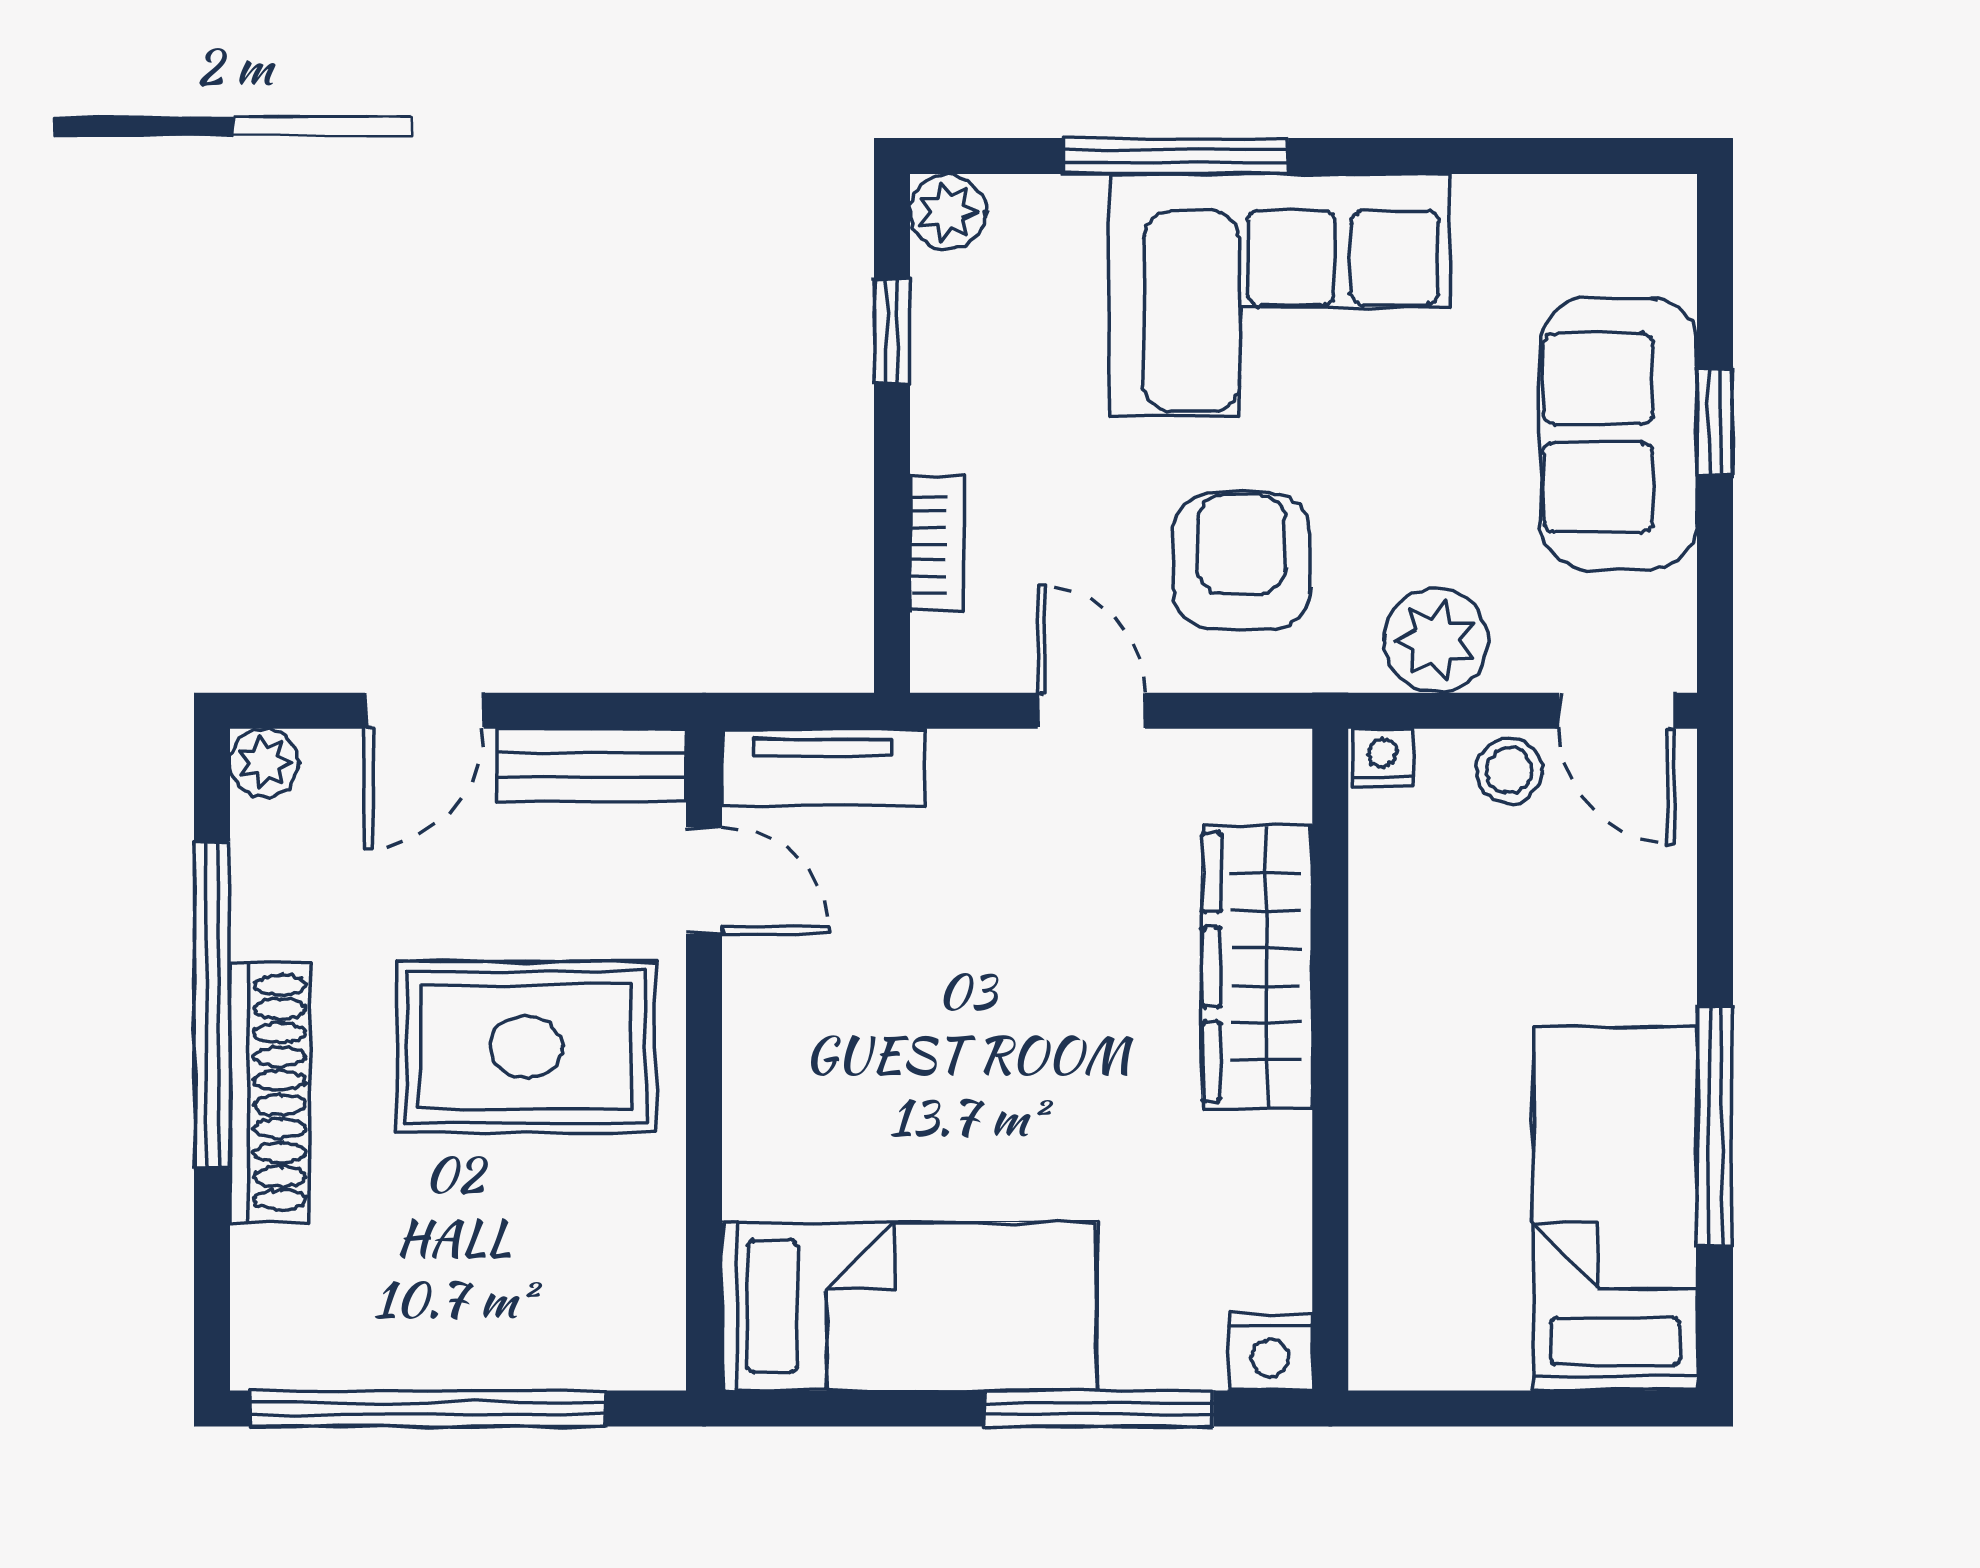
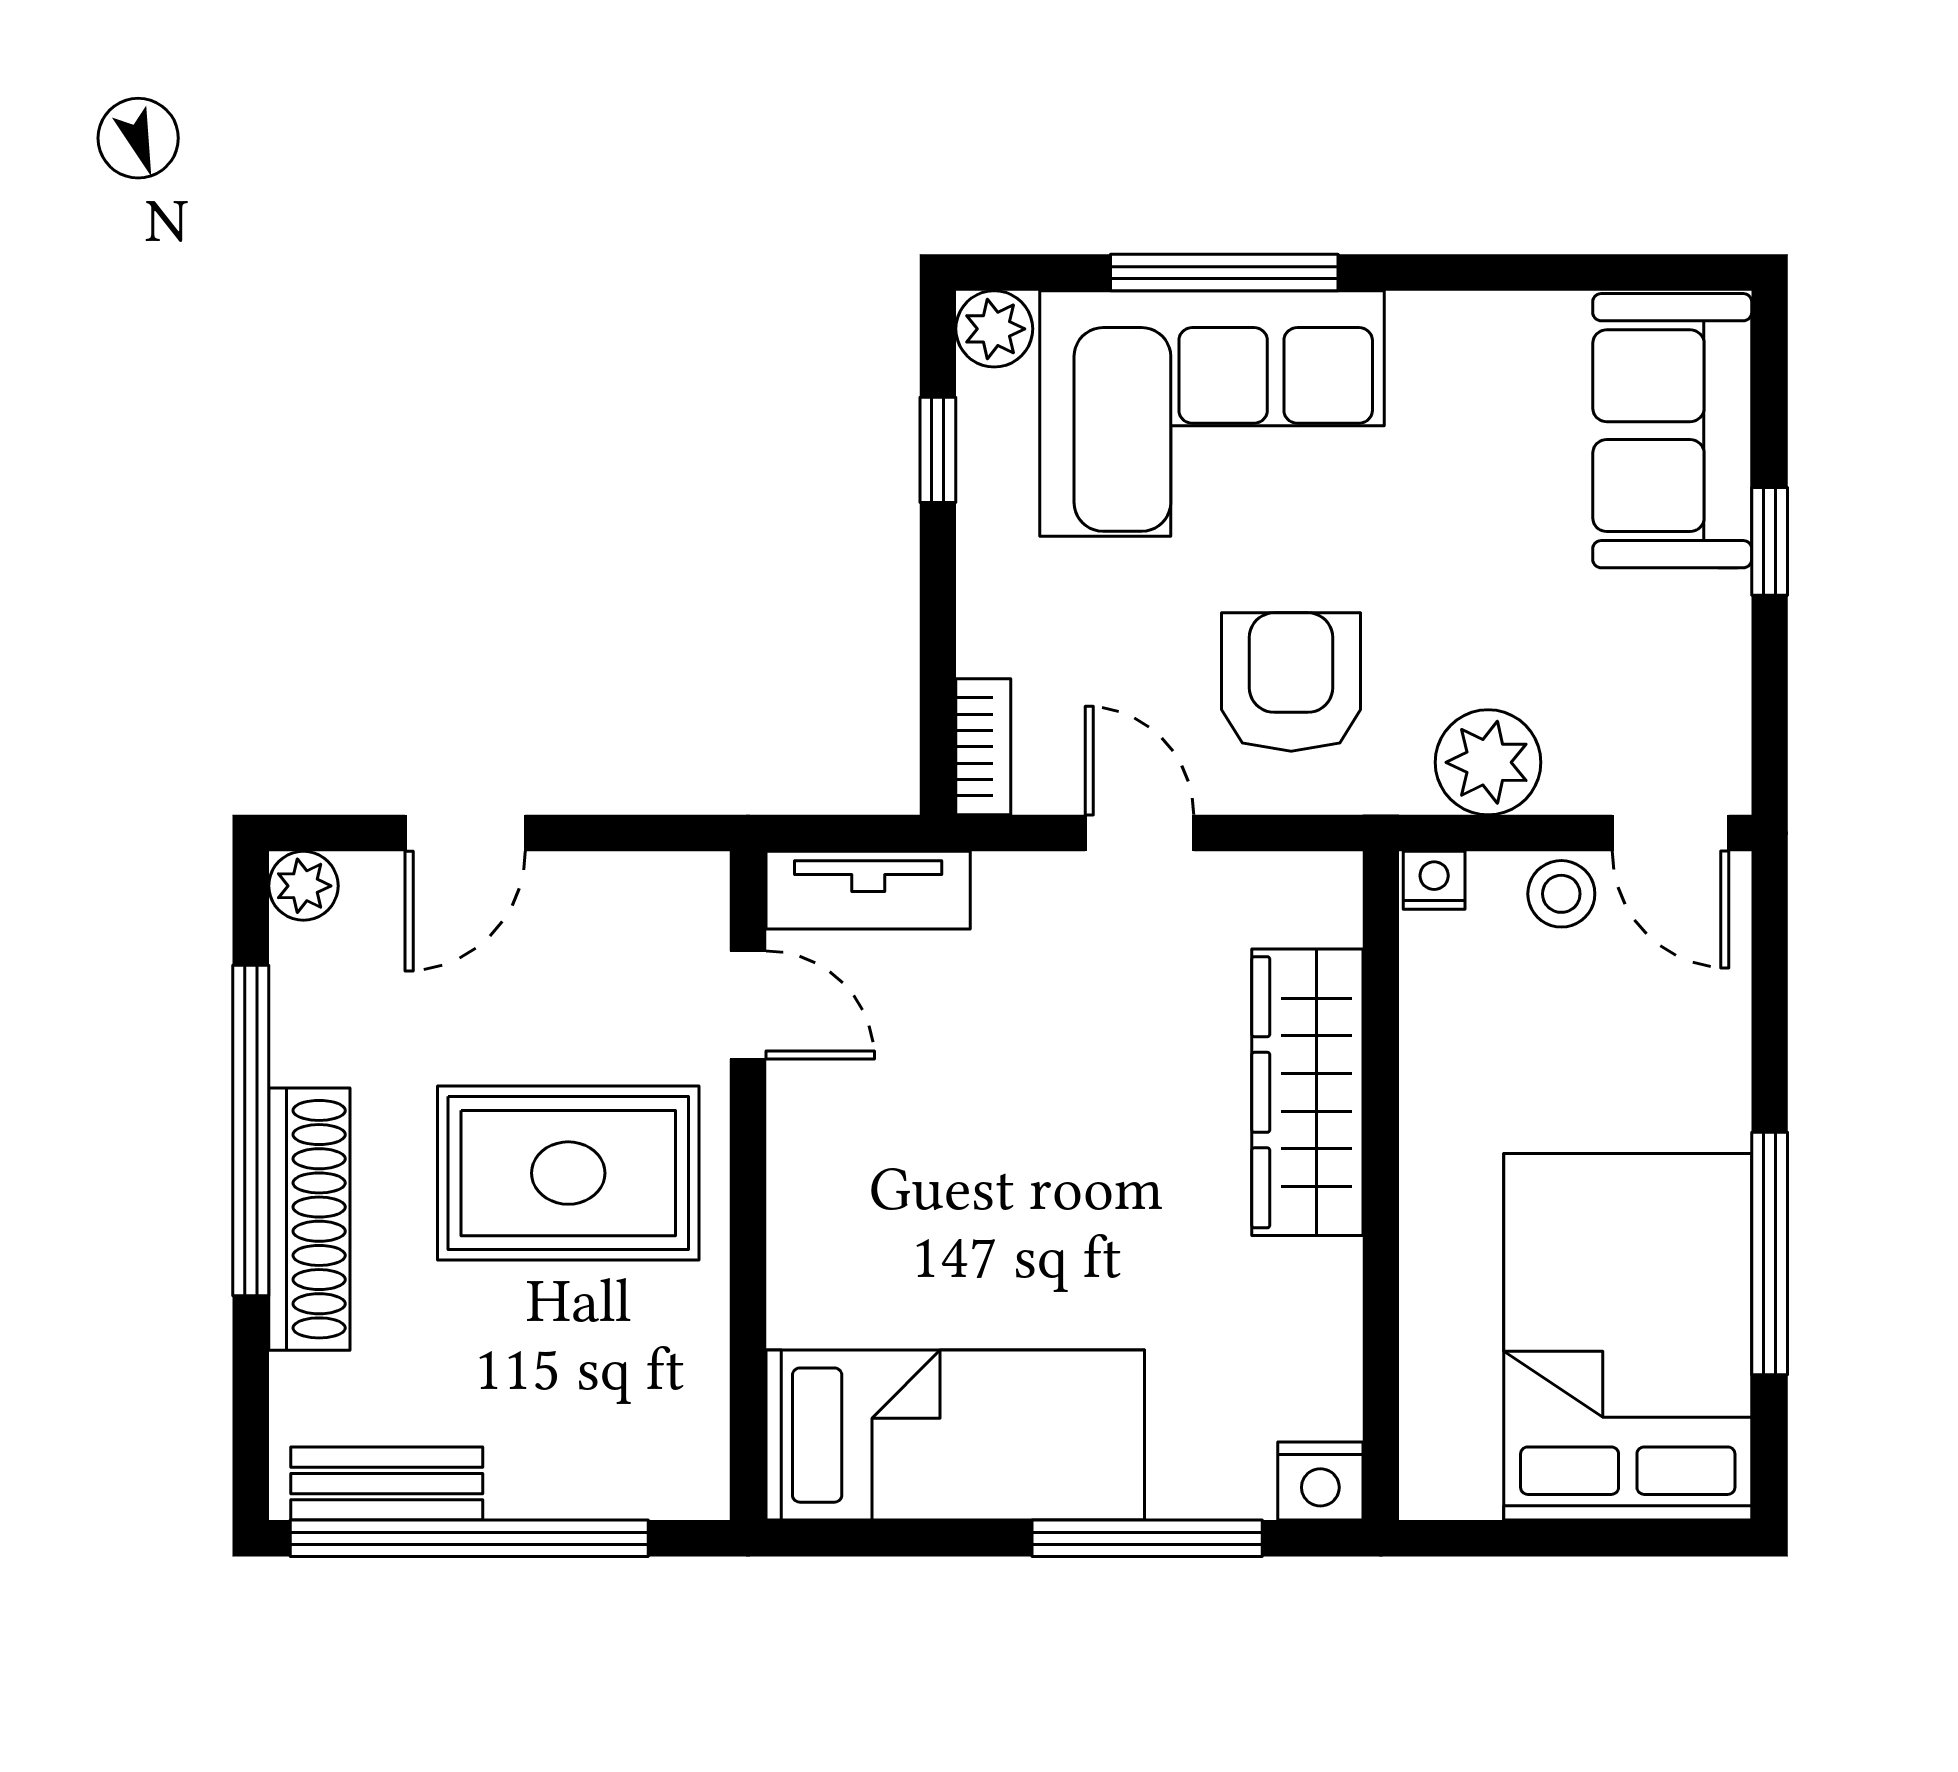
corner sofa: (1280, 295) -> (1212, 413), moved
sofa: (1619, 433) -> (1672, 431), moved
bookcase: (937, 544) -> (983, 747), moved
bench: (591, 765) -> (387, 1484), moved
bed: (1615, 1209) -> (1628, 1337), width x1.50

